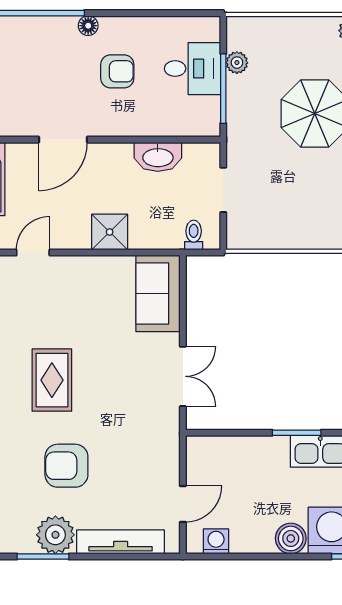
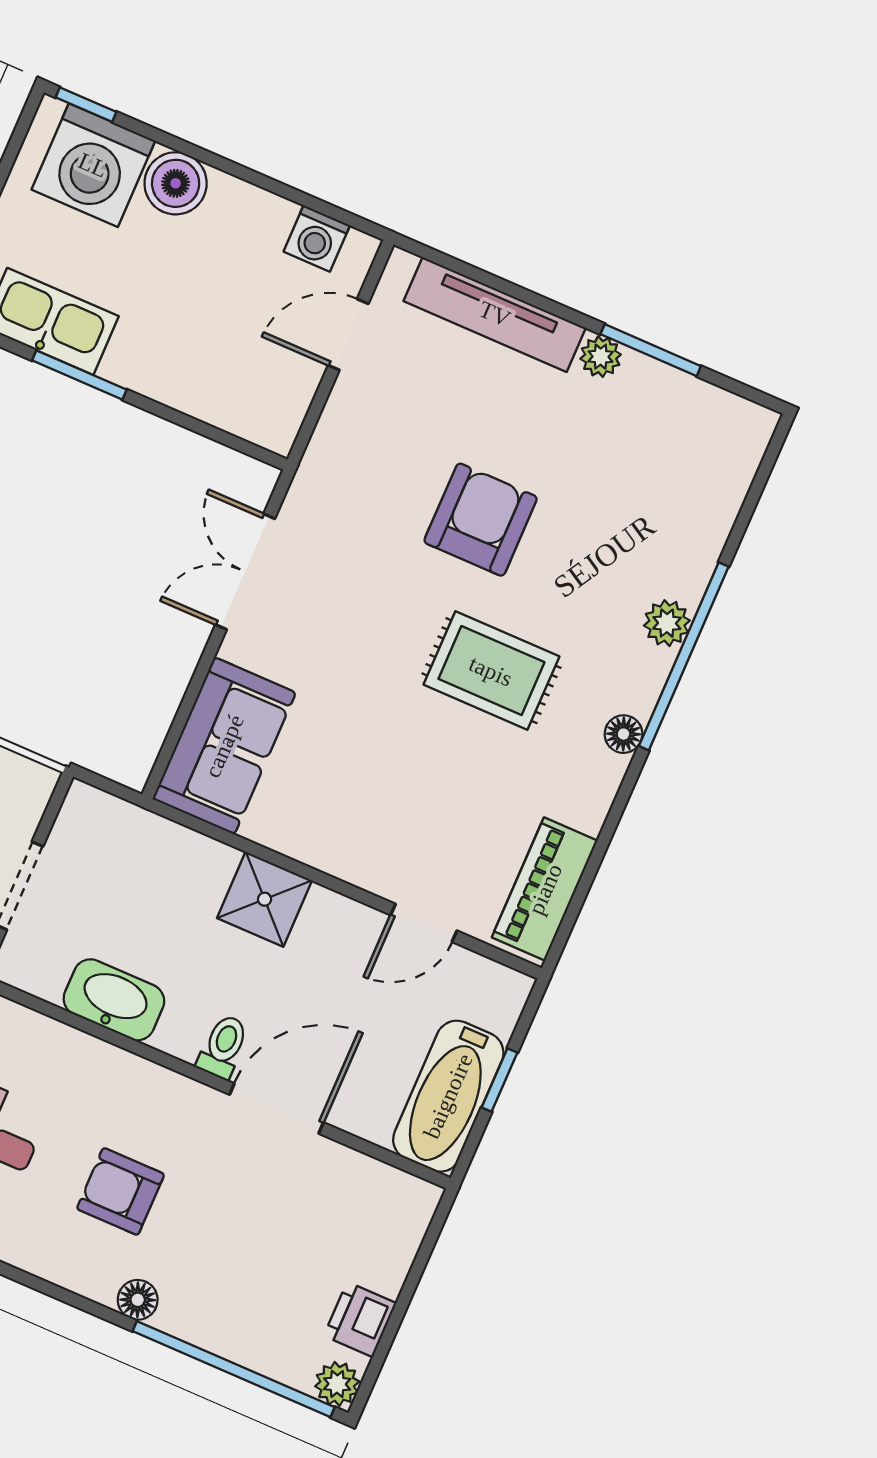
toilet: (194, 235) -> (223, 1047), moved, turned 180
rug: (52, 380) -> (491, 671), turned 90
armchair: (66, 466) -> (481, 520), moved, turned -90
plant: (55, 535) -> (601, 357), width x0.53, depth x0.53

